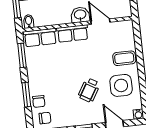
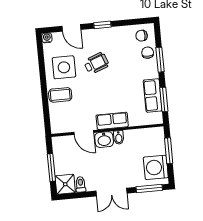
bidet: (29, 21) -> (119, 137), moved
row of seats: (40, 37) -> (153, 95), moved, turned -90
wheelchair: (89, 90) -> (96, 63), turned 38

